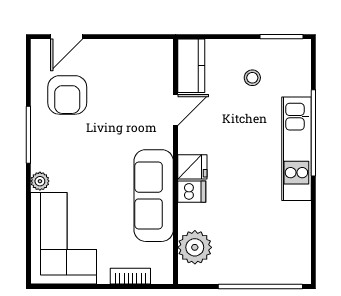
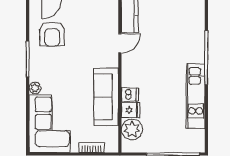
stool: (252, 78) -> (168, 23), removed
kitchen unit: (296, 149) -> (196, 96), moved
fridge: (192, 167) -> (130, 110), moved

